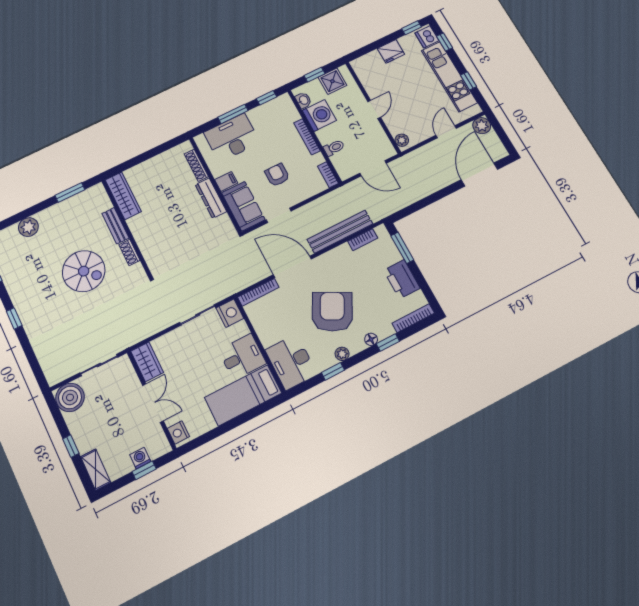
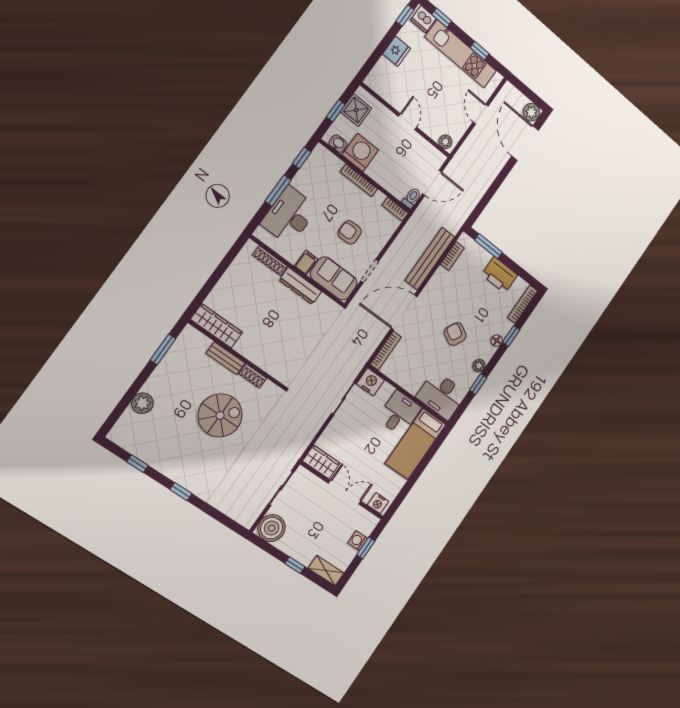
plant: (482, 126) -> (531, 112), moved
toilet: (334, 148) -> (412, 198), moved
armchair: (332, 312) -> (455, 334), width x0.53, depth x0.53

